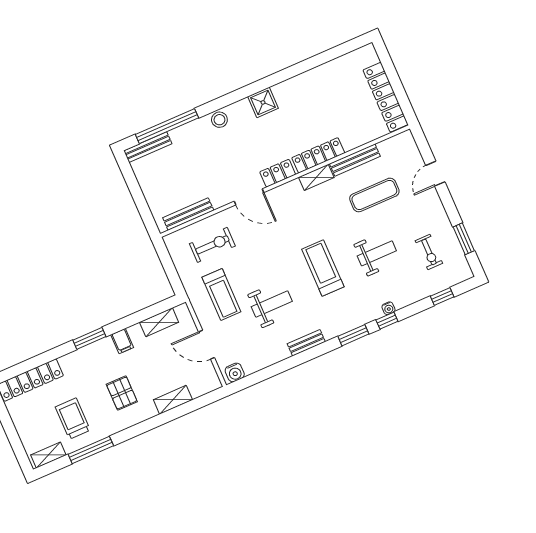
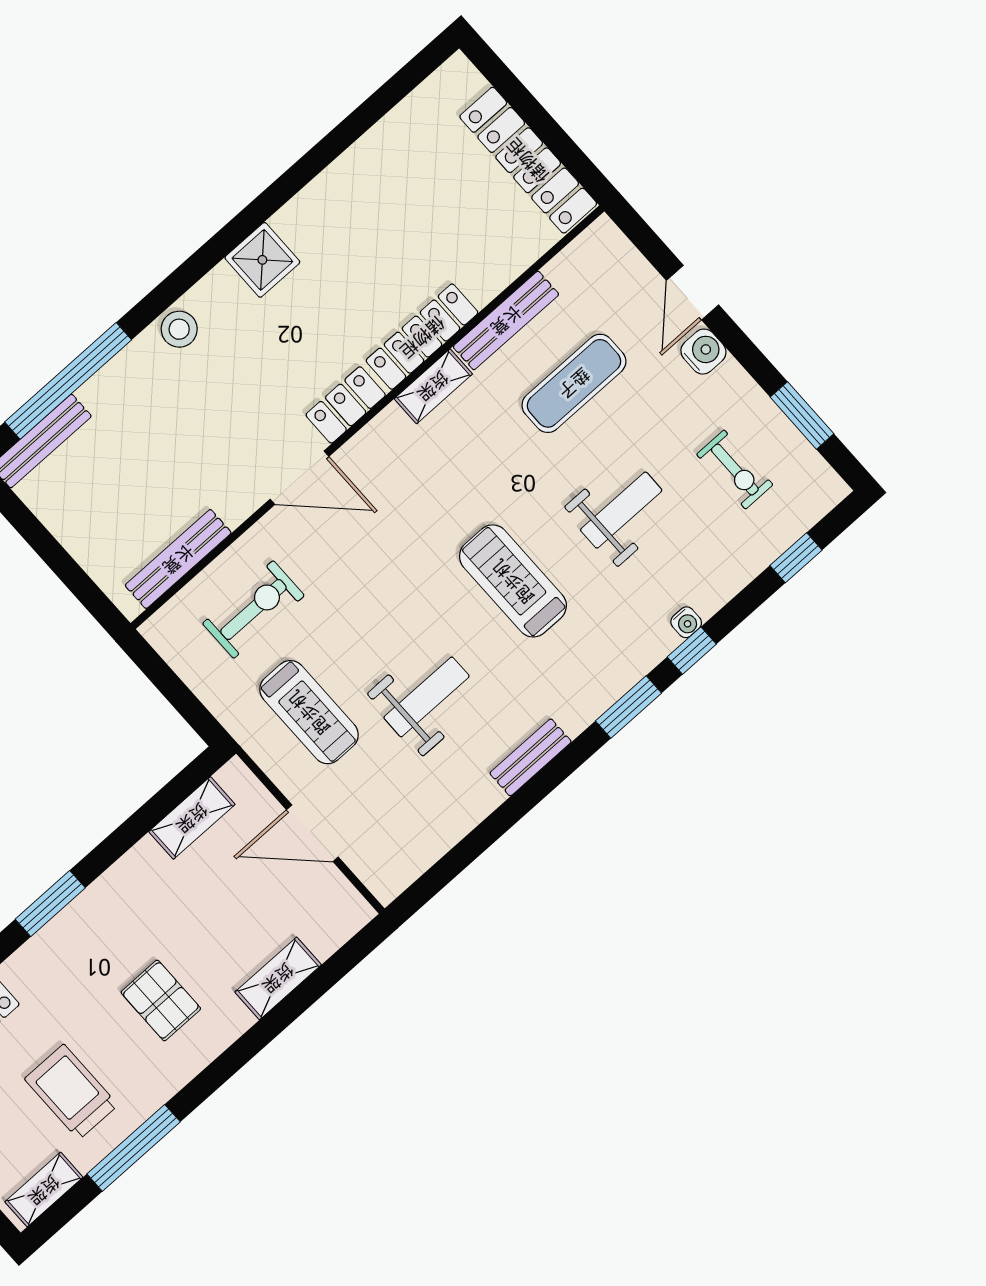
filing cabinet: (122, 341) -> (124, 886), removed
water cooler: (235, 372) -> (703, 352), moved, turned -90

